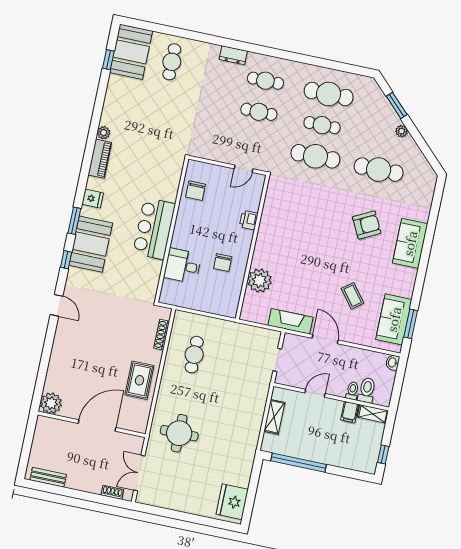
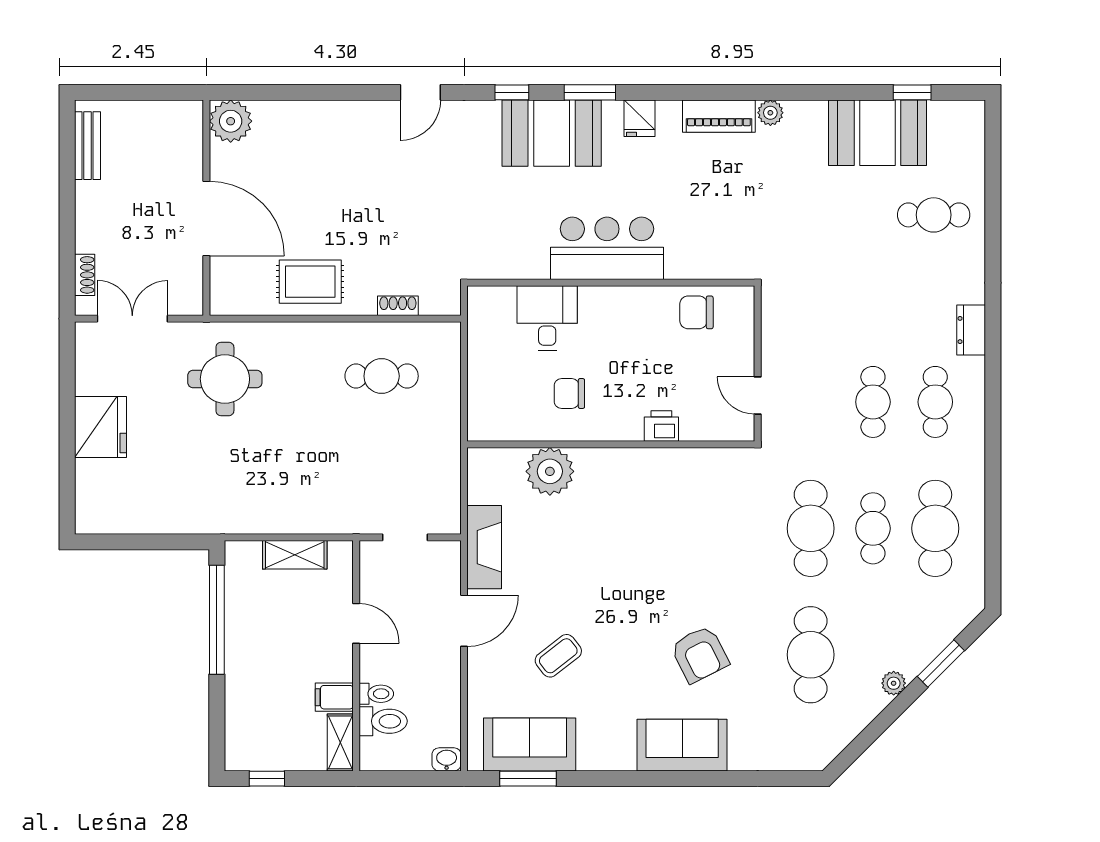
booth: (131, 52) -> (878, 133), moved
shoe rack: (162, 335) -> (398, 306), width x0.70
fridge: (232, 502) -> (100, 427), moved, turned 90

